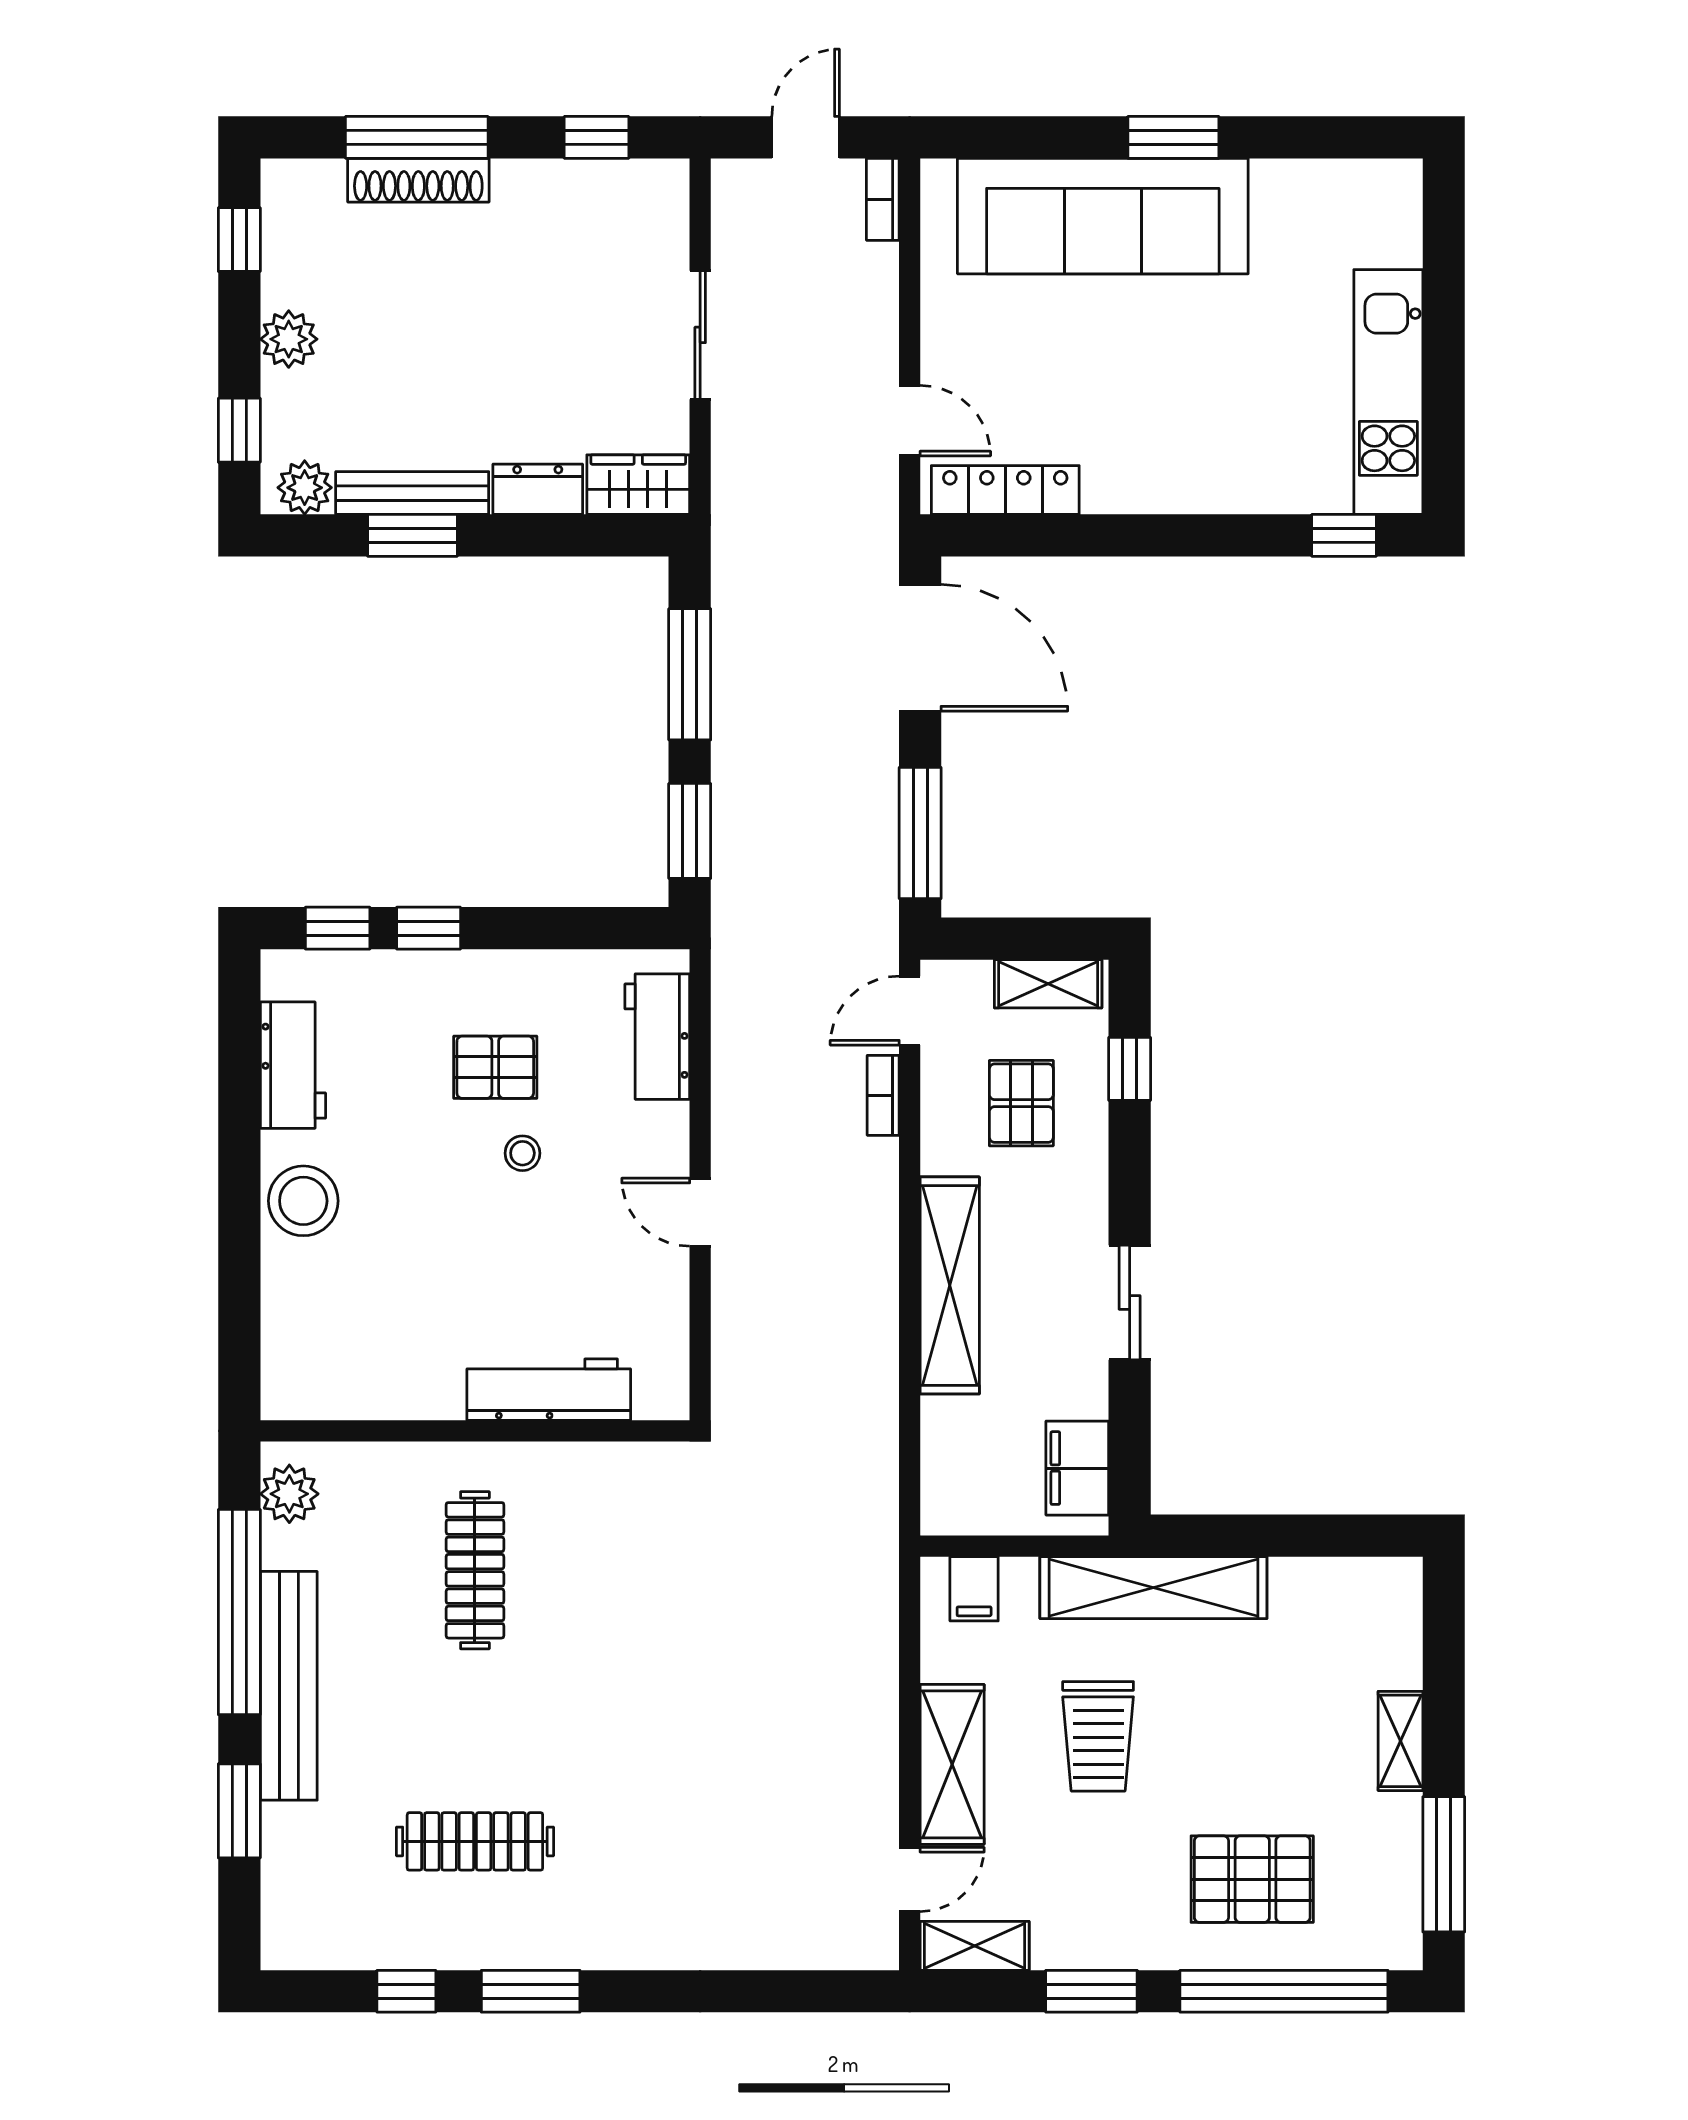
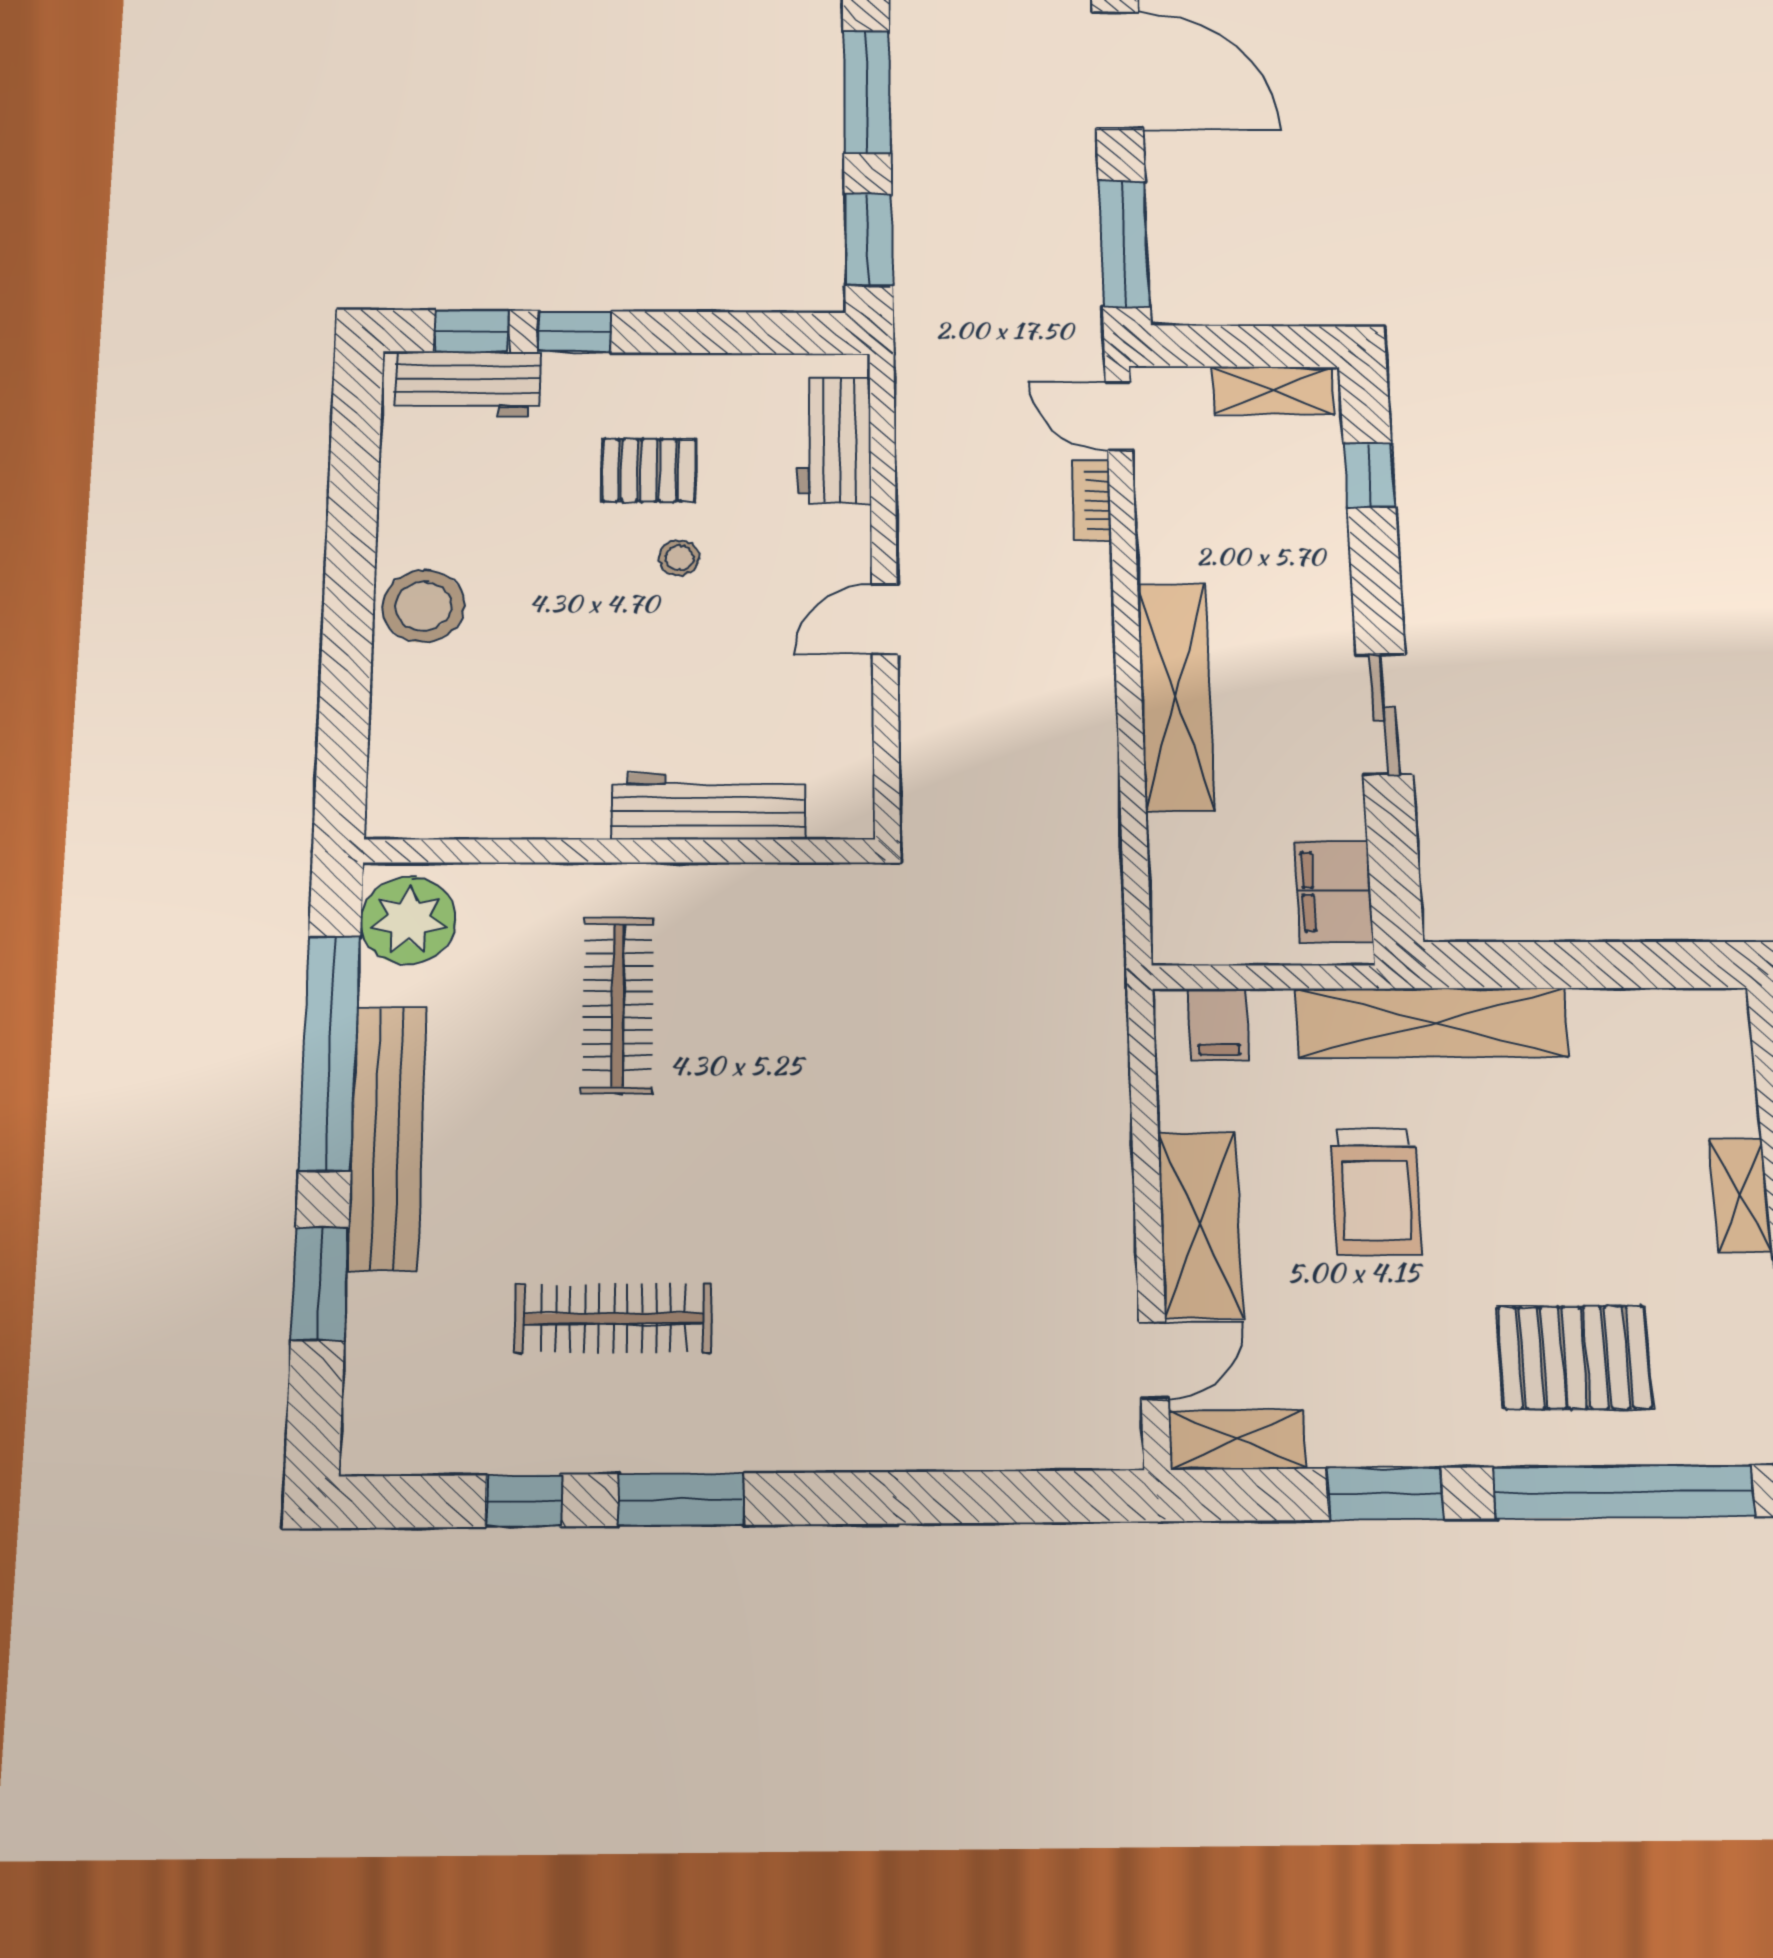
door: (910, 1011) -> (1119, 416), hinge flipped
workbench: (293, 1065) -> (468, 384), moved, turned 90
pallet: (1021, 1103) -> (1249, 509), removed
door: (700, 1212) -> (885, 619), hinge flipped
plant: (289, 1494) -> (408, 920), width x1.36, depth x1.36

